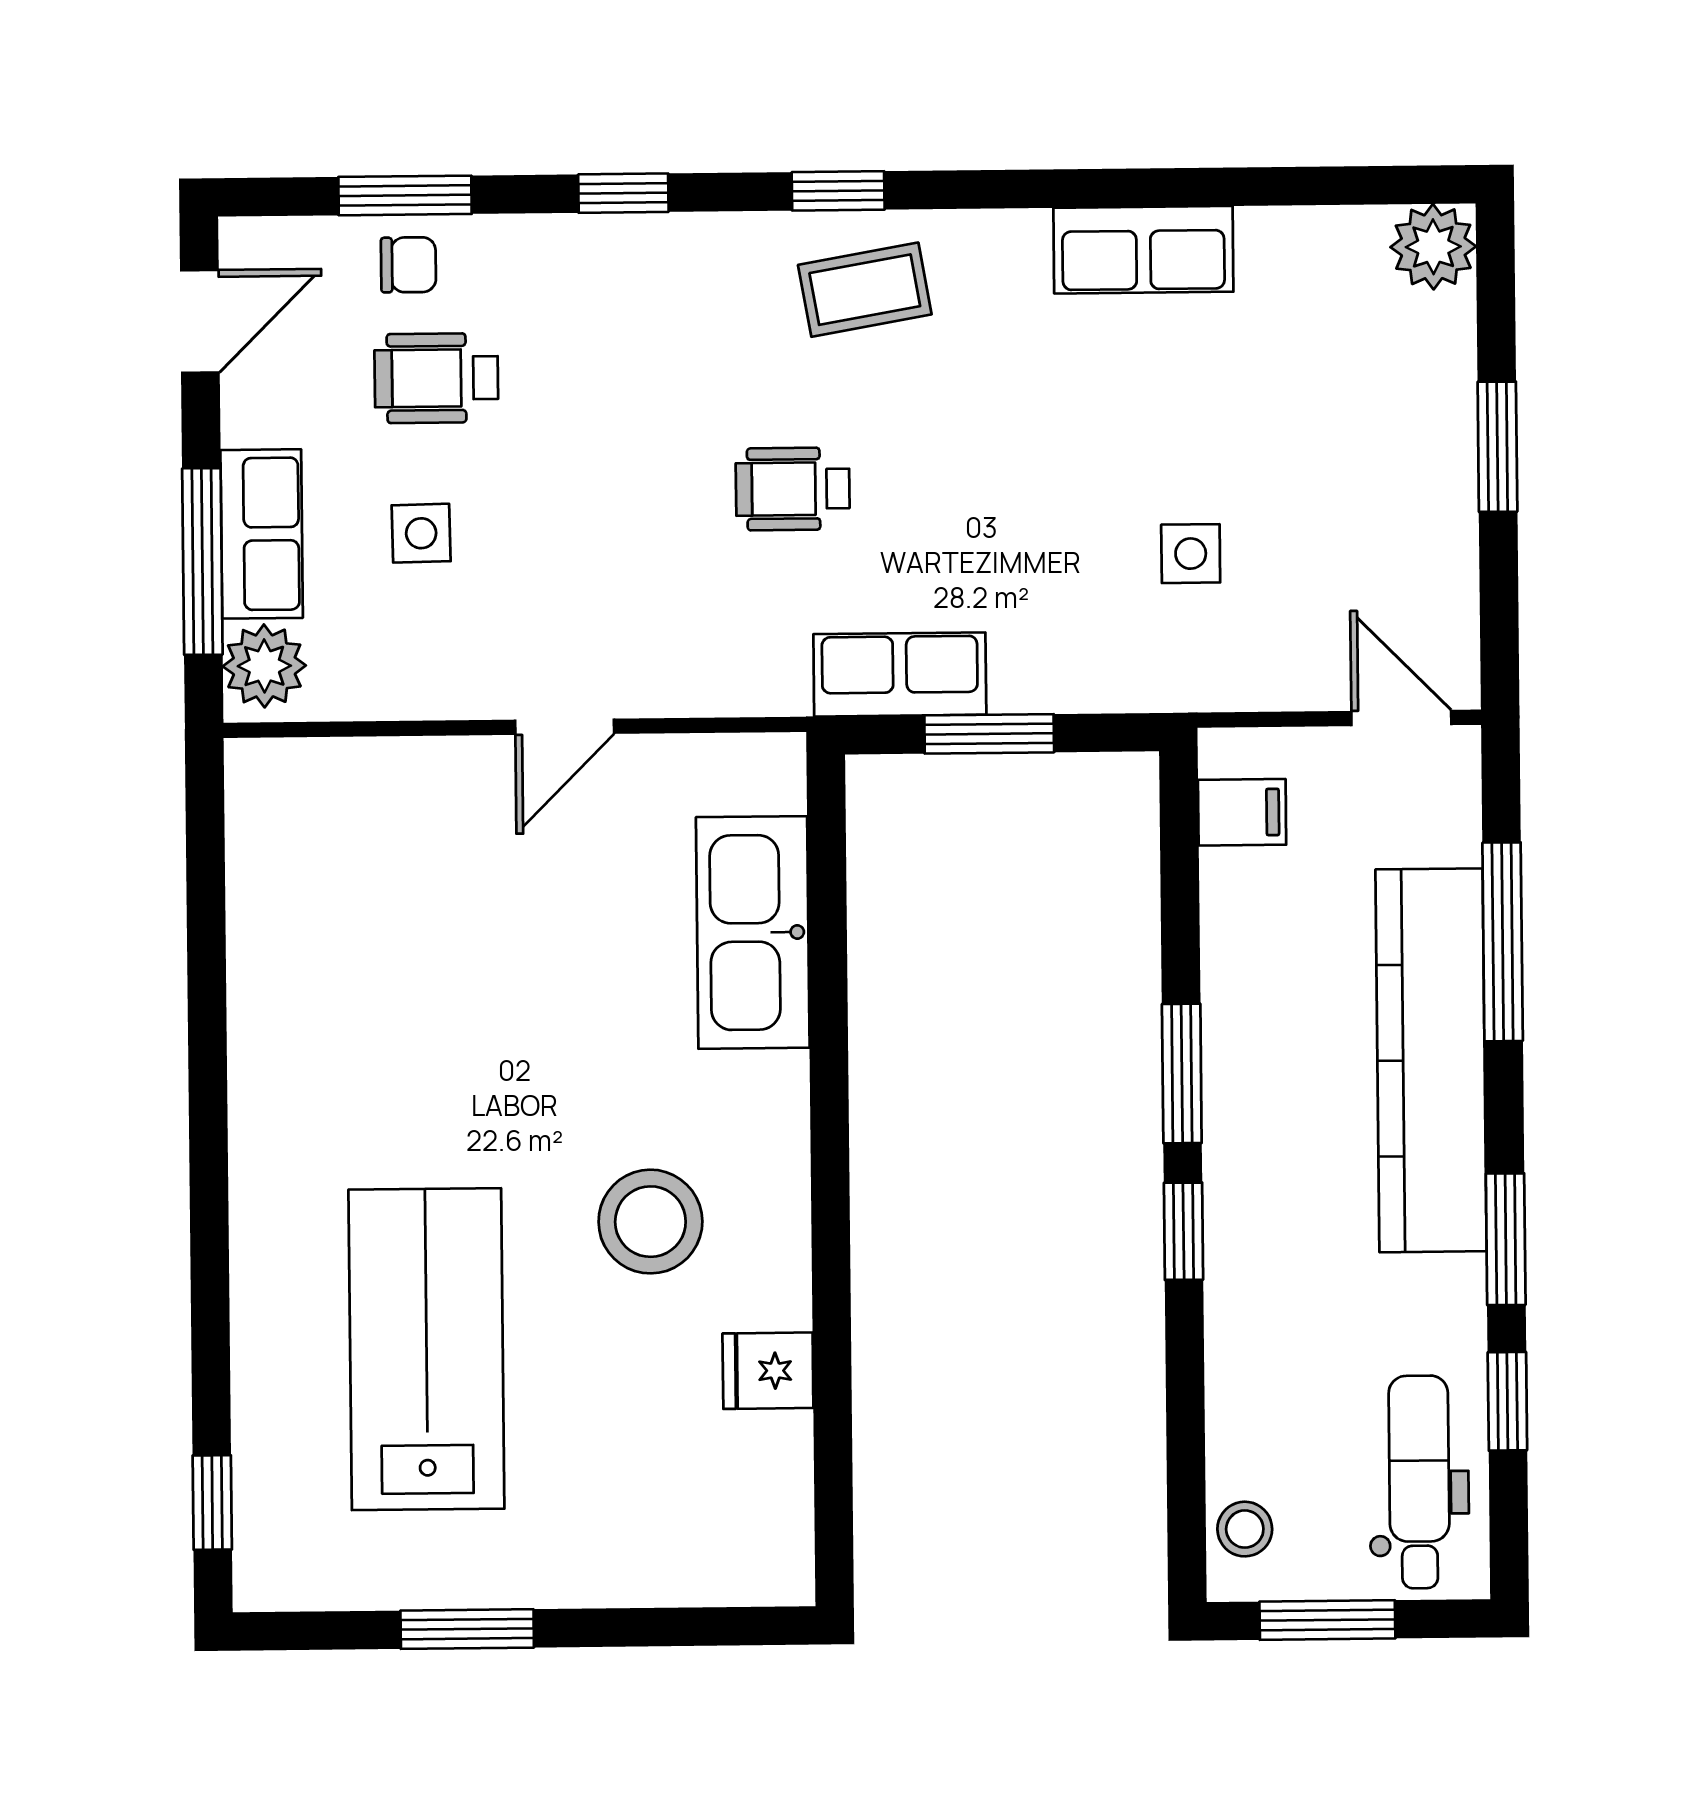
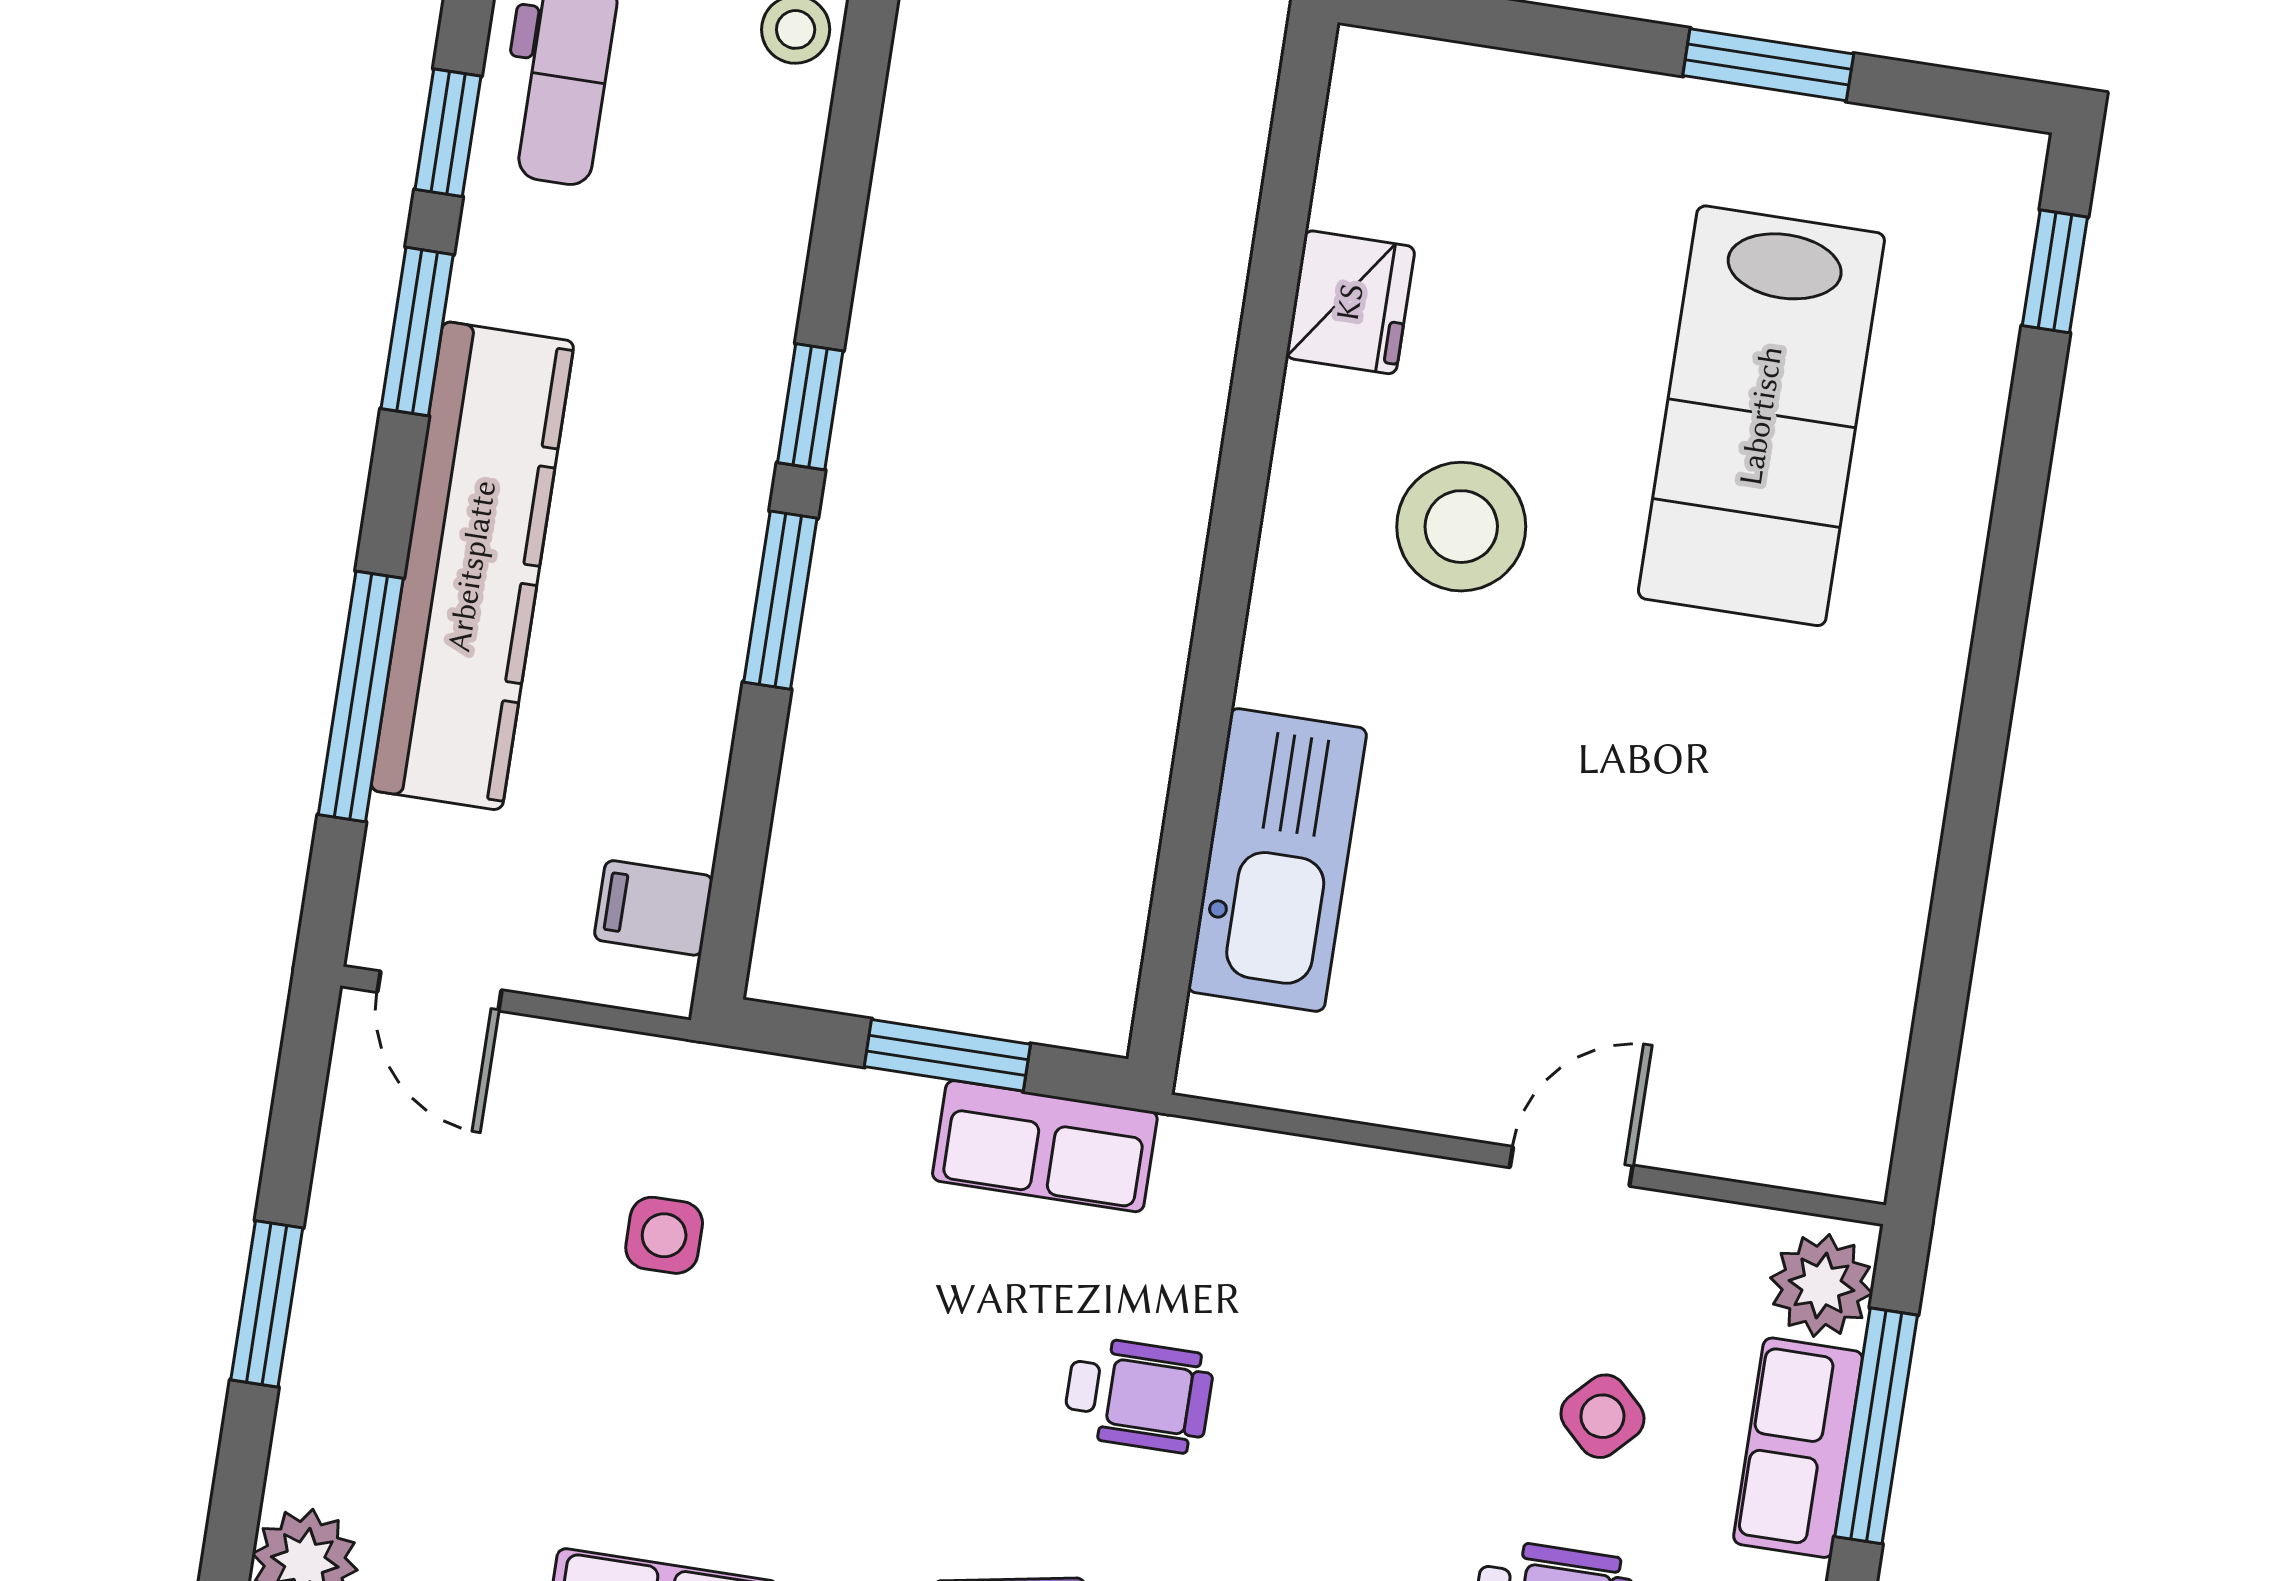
side table: (421, 533) -> (1602, 1416), turned 45
door: (565, 727) -> (1571, 1166), moved
fridge: (768, 1371) -> (1350, 302), width x1.38

